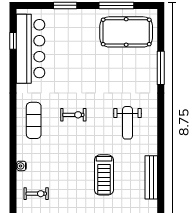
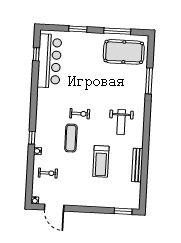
exercise mat: (34, 120) -> (71, 138), moved
window: (13, 149) -> (32, 138), added

